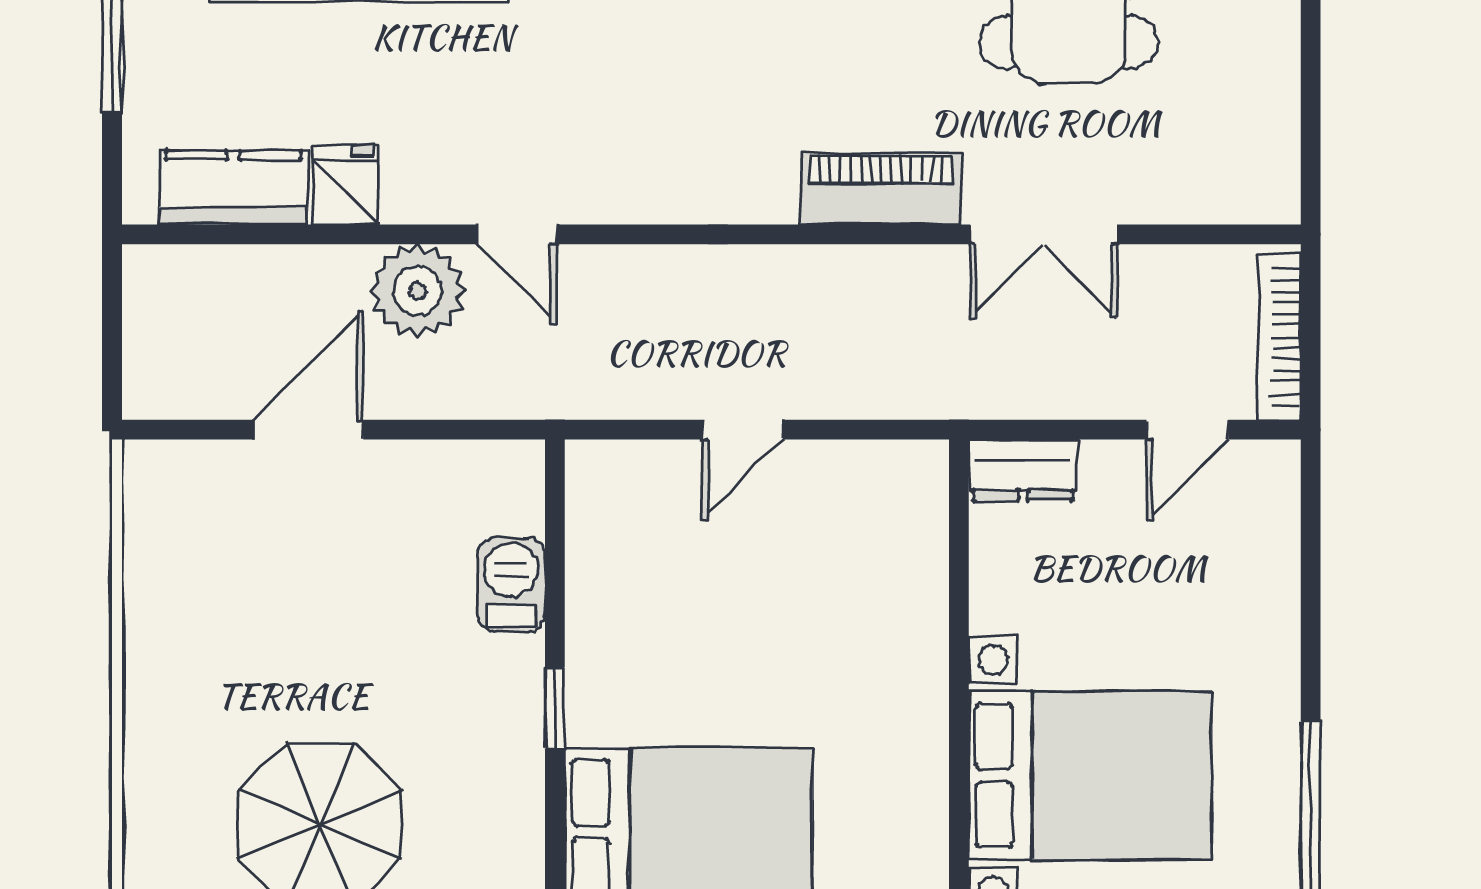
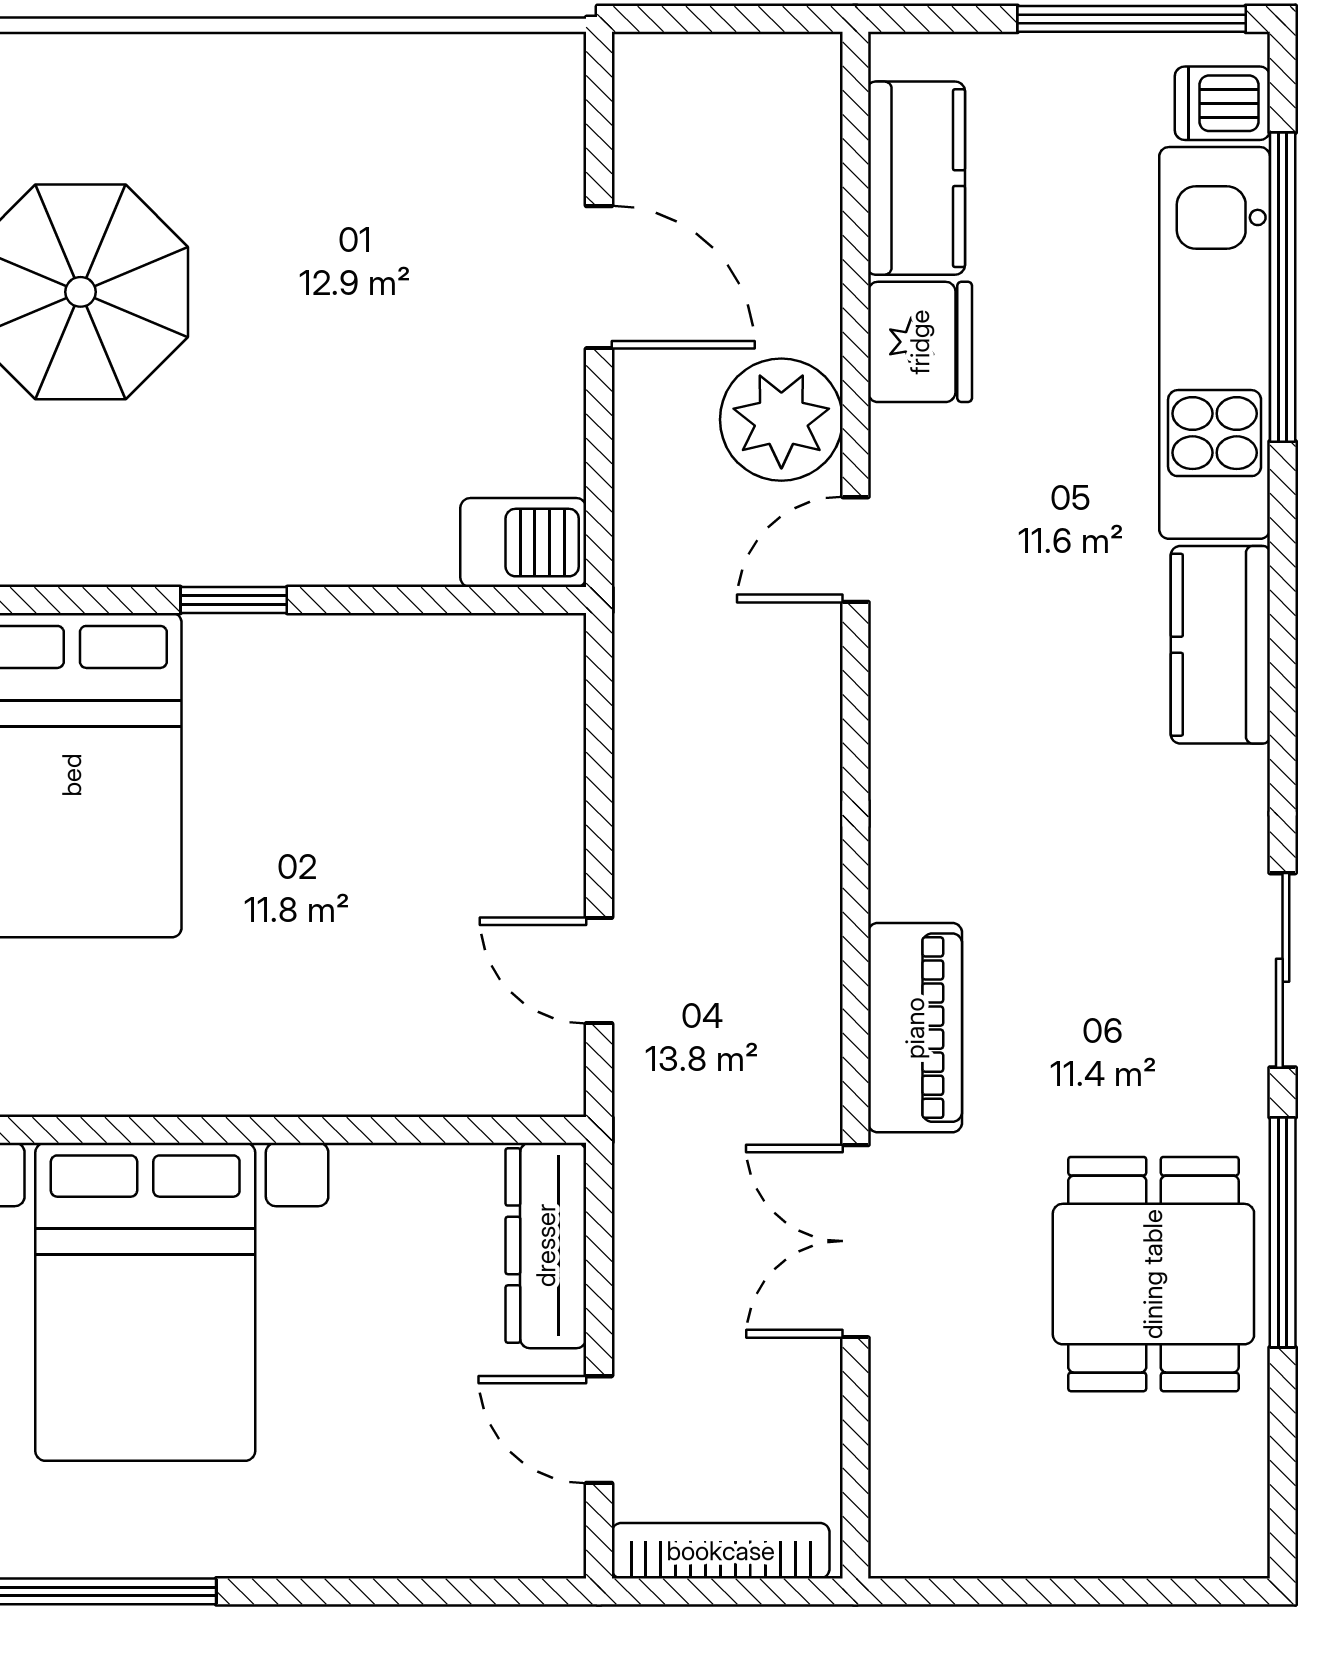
fridge: (345, 185) -> (920, 342), width x1.38
door: (743, 430) -> (599, 970), moved
dresser: (1023, 470) -> (546, 1245), width x1.44
barbecue: (511, 585) -> (523, 543), moved

